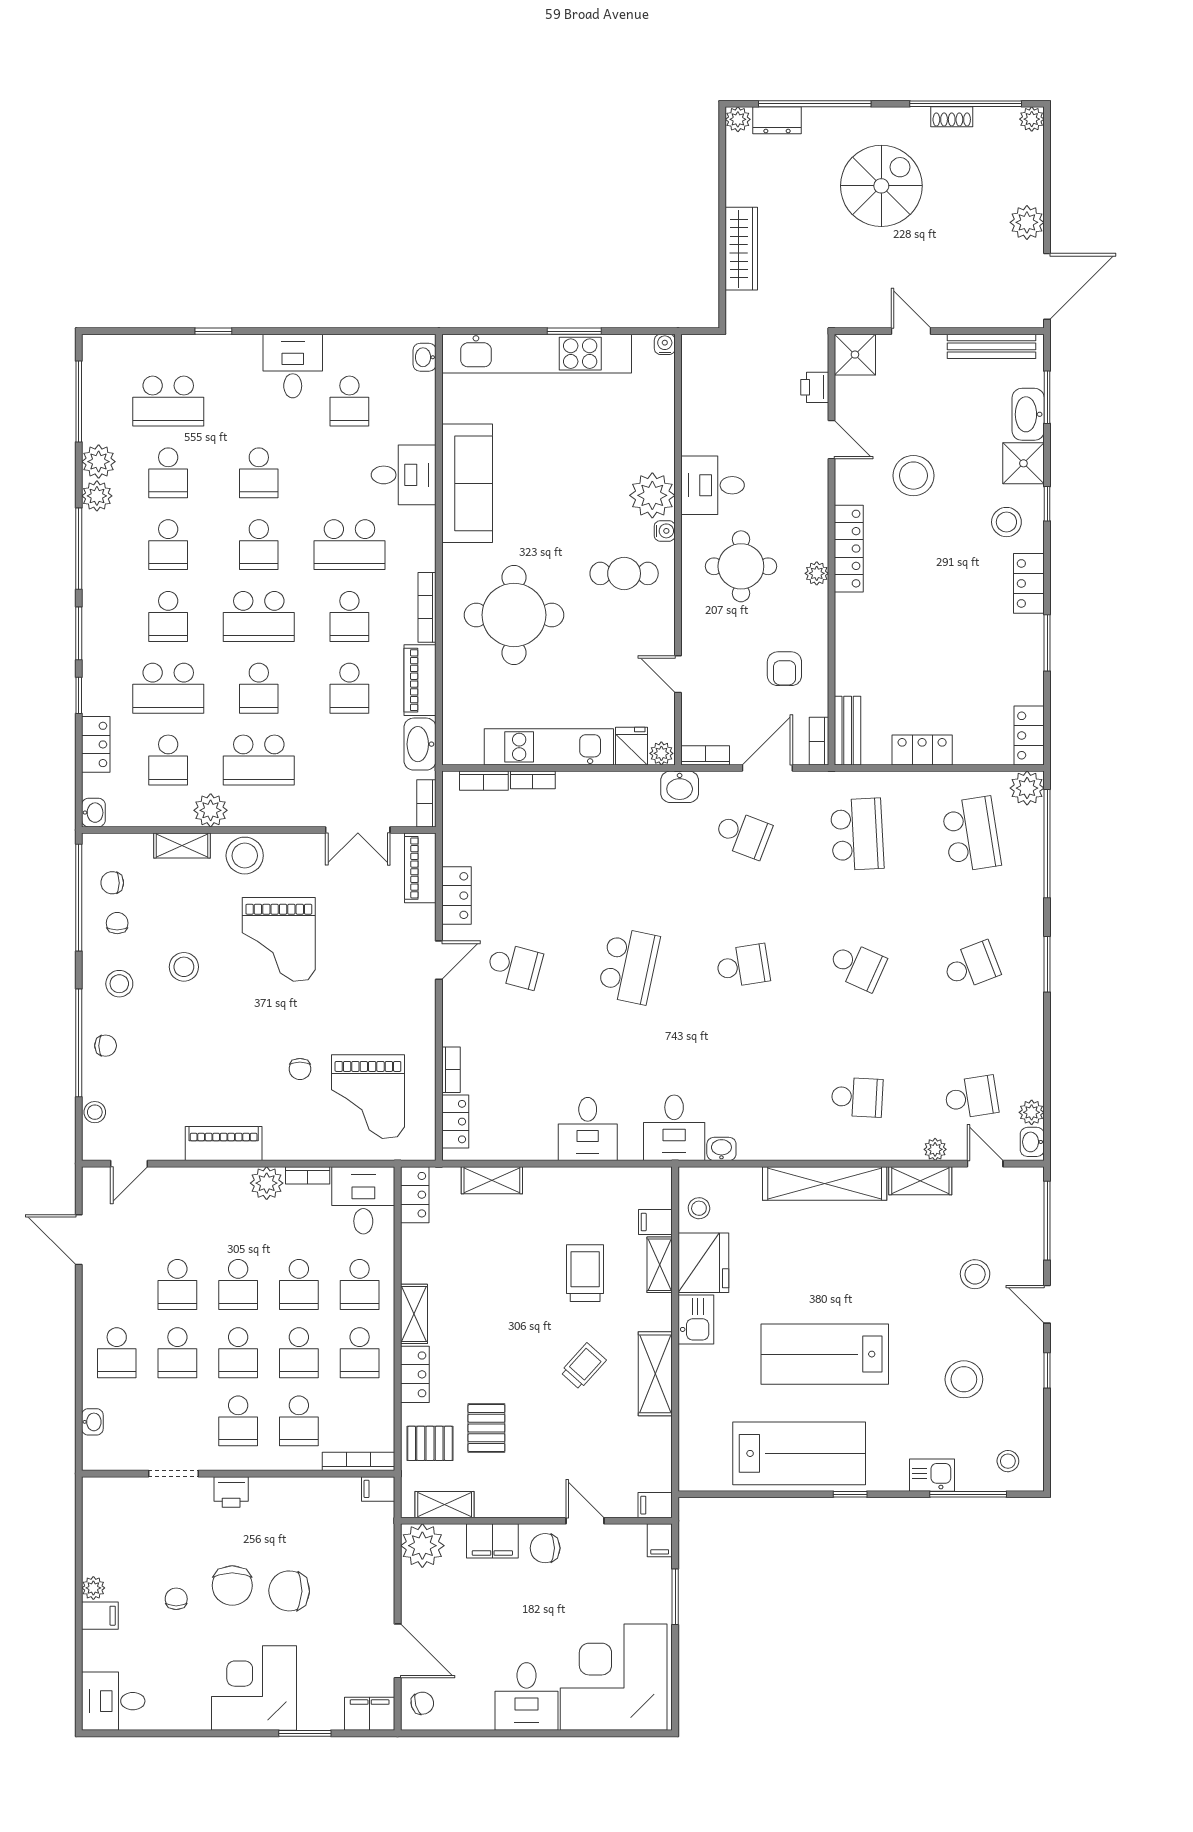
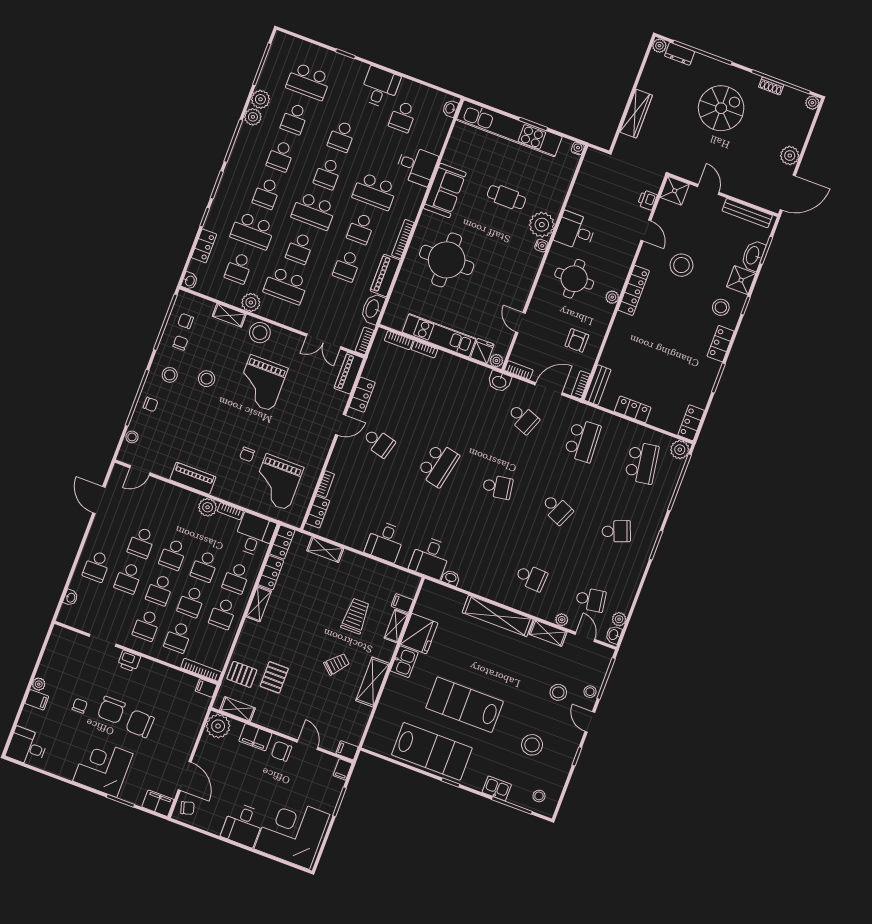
sofa: (467, 483) -> (445, 190), width x0.73
cafe table: (624, 573) -> (506, 197), moved
stool: (699, 1208) -> (590, 692), moved
locker: (415, 1374) -> (271, 573), moved

